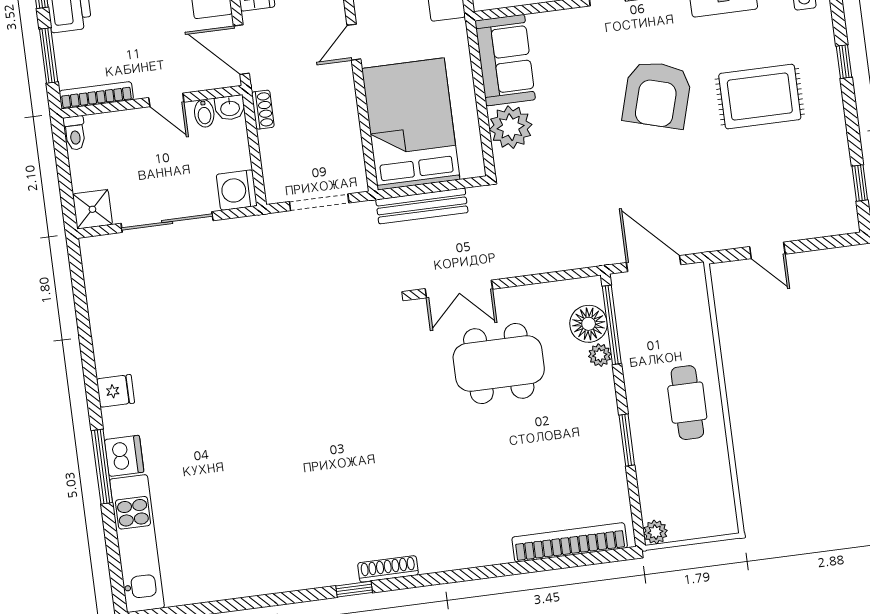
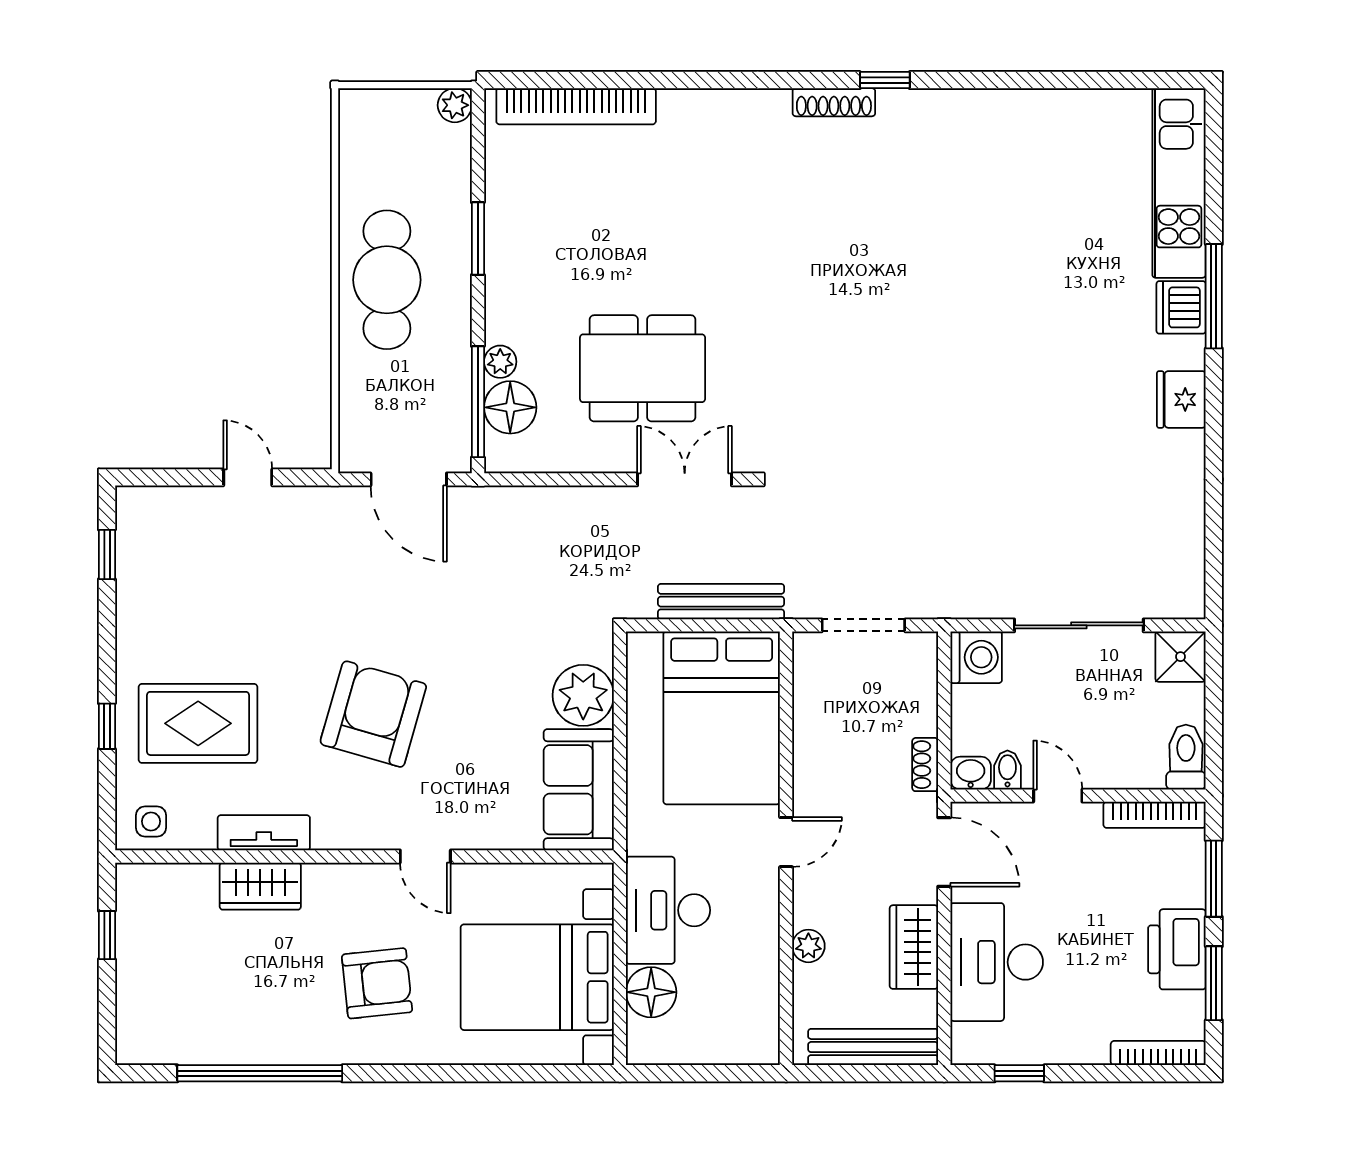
rug: (760, 97) -> (198, 723), moved
toilet: (75, 133) -> (1186, 757), width x1.37, depth x1.39
fridge: (115, 391) -> (1181, 399), width x1.38
cafe table: (687, 403) -> (387, 280), width x1.37, depth x1.35

